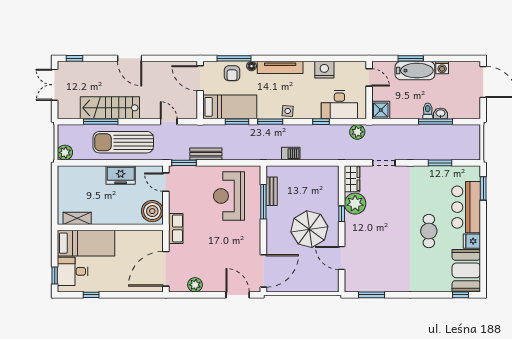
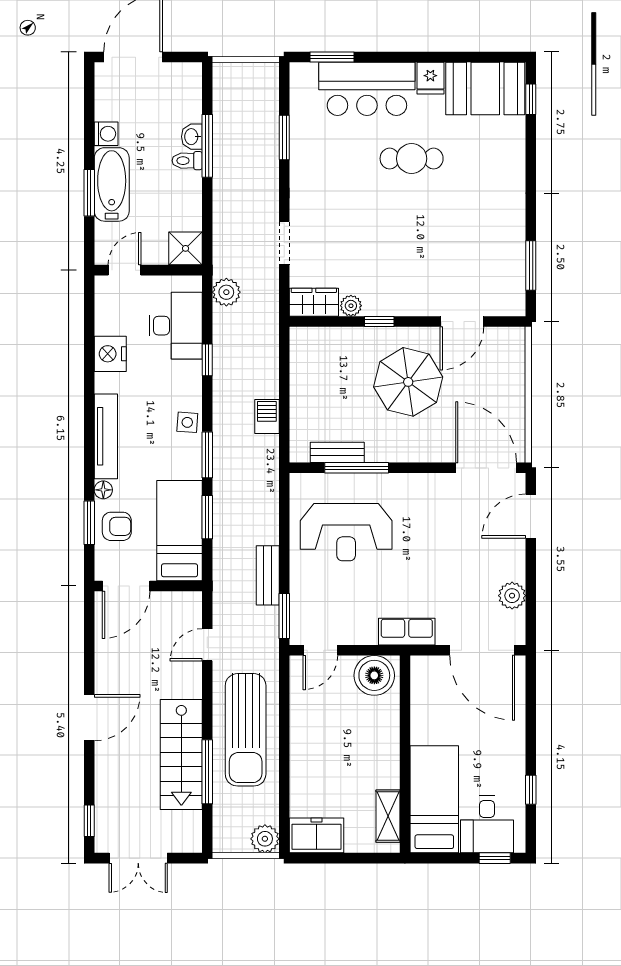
window: (234, 58) -> (89, 523), width x0.69
freezer: (121, 175) -> (316, 835), moved, turned -90
plant: (355, 204) -> (351, 306), width x0.53, depth x0.53

